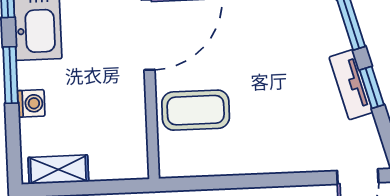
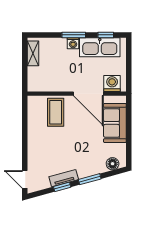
washing machine: (31, 103) -> (73, 43), moved

